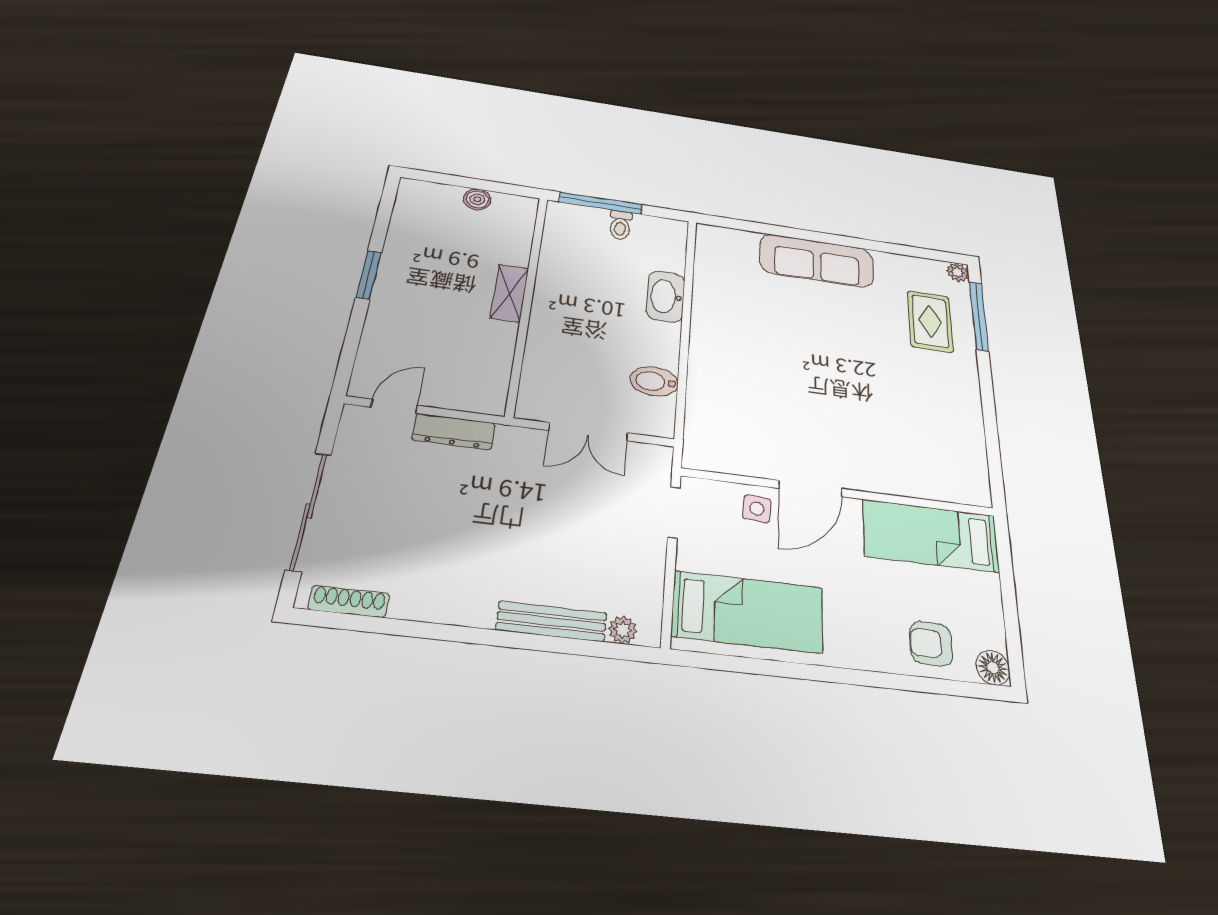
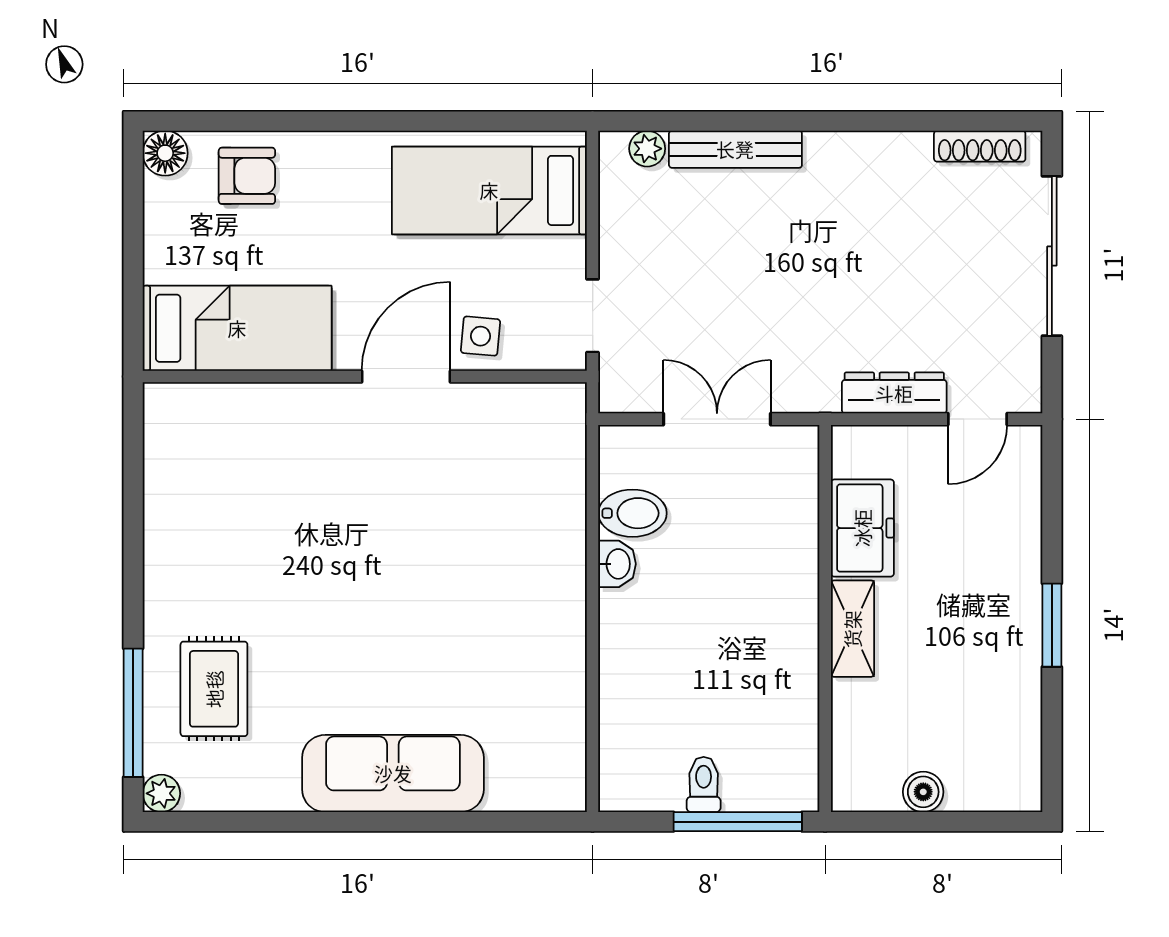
washbasin: (666, 296) -> (617, 564), moved, width x0.52, depth x0.69
freezer: (492, 350) -> (862, 528), added

